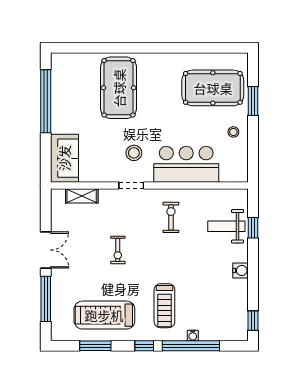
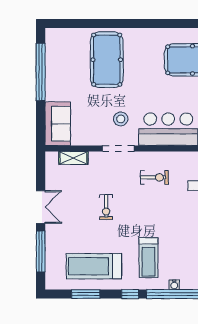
doorway: (131, 185) -> (118, 148), width x1.38
exercise bike: (171, 217) -> (154, 177), turned 90

